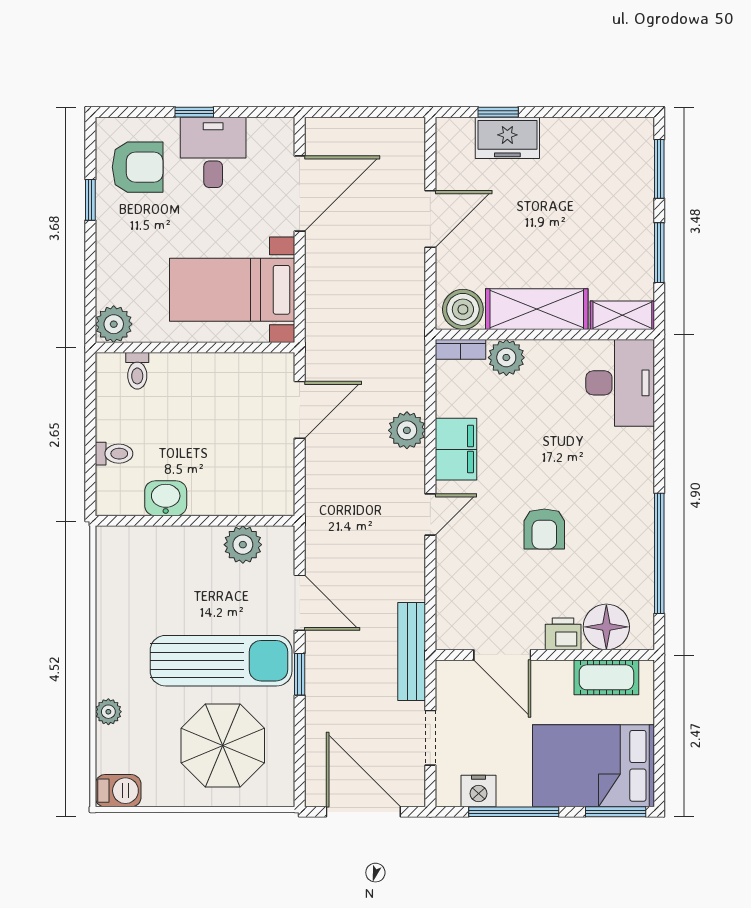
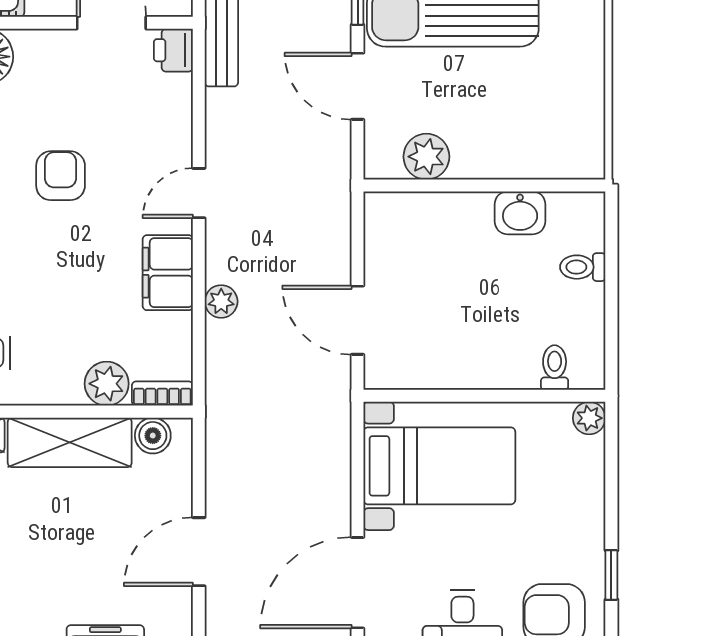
boiler: (463, 309) -> (153, 436), width x0.73, depth x0.73
plant: (114, 324) -> (589, 418), width x0.73, depth x0.73
door: (300, 410) -> (358, 320), hinge flipped
plant: (407, 430) -> (221, 301), width x0.73, depth x0.73
printer: (563, 634) -> (173, 50), moved, turned 90

